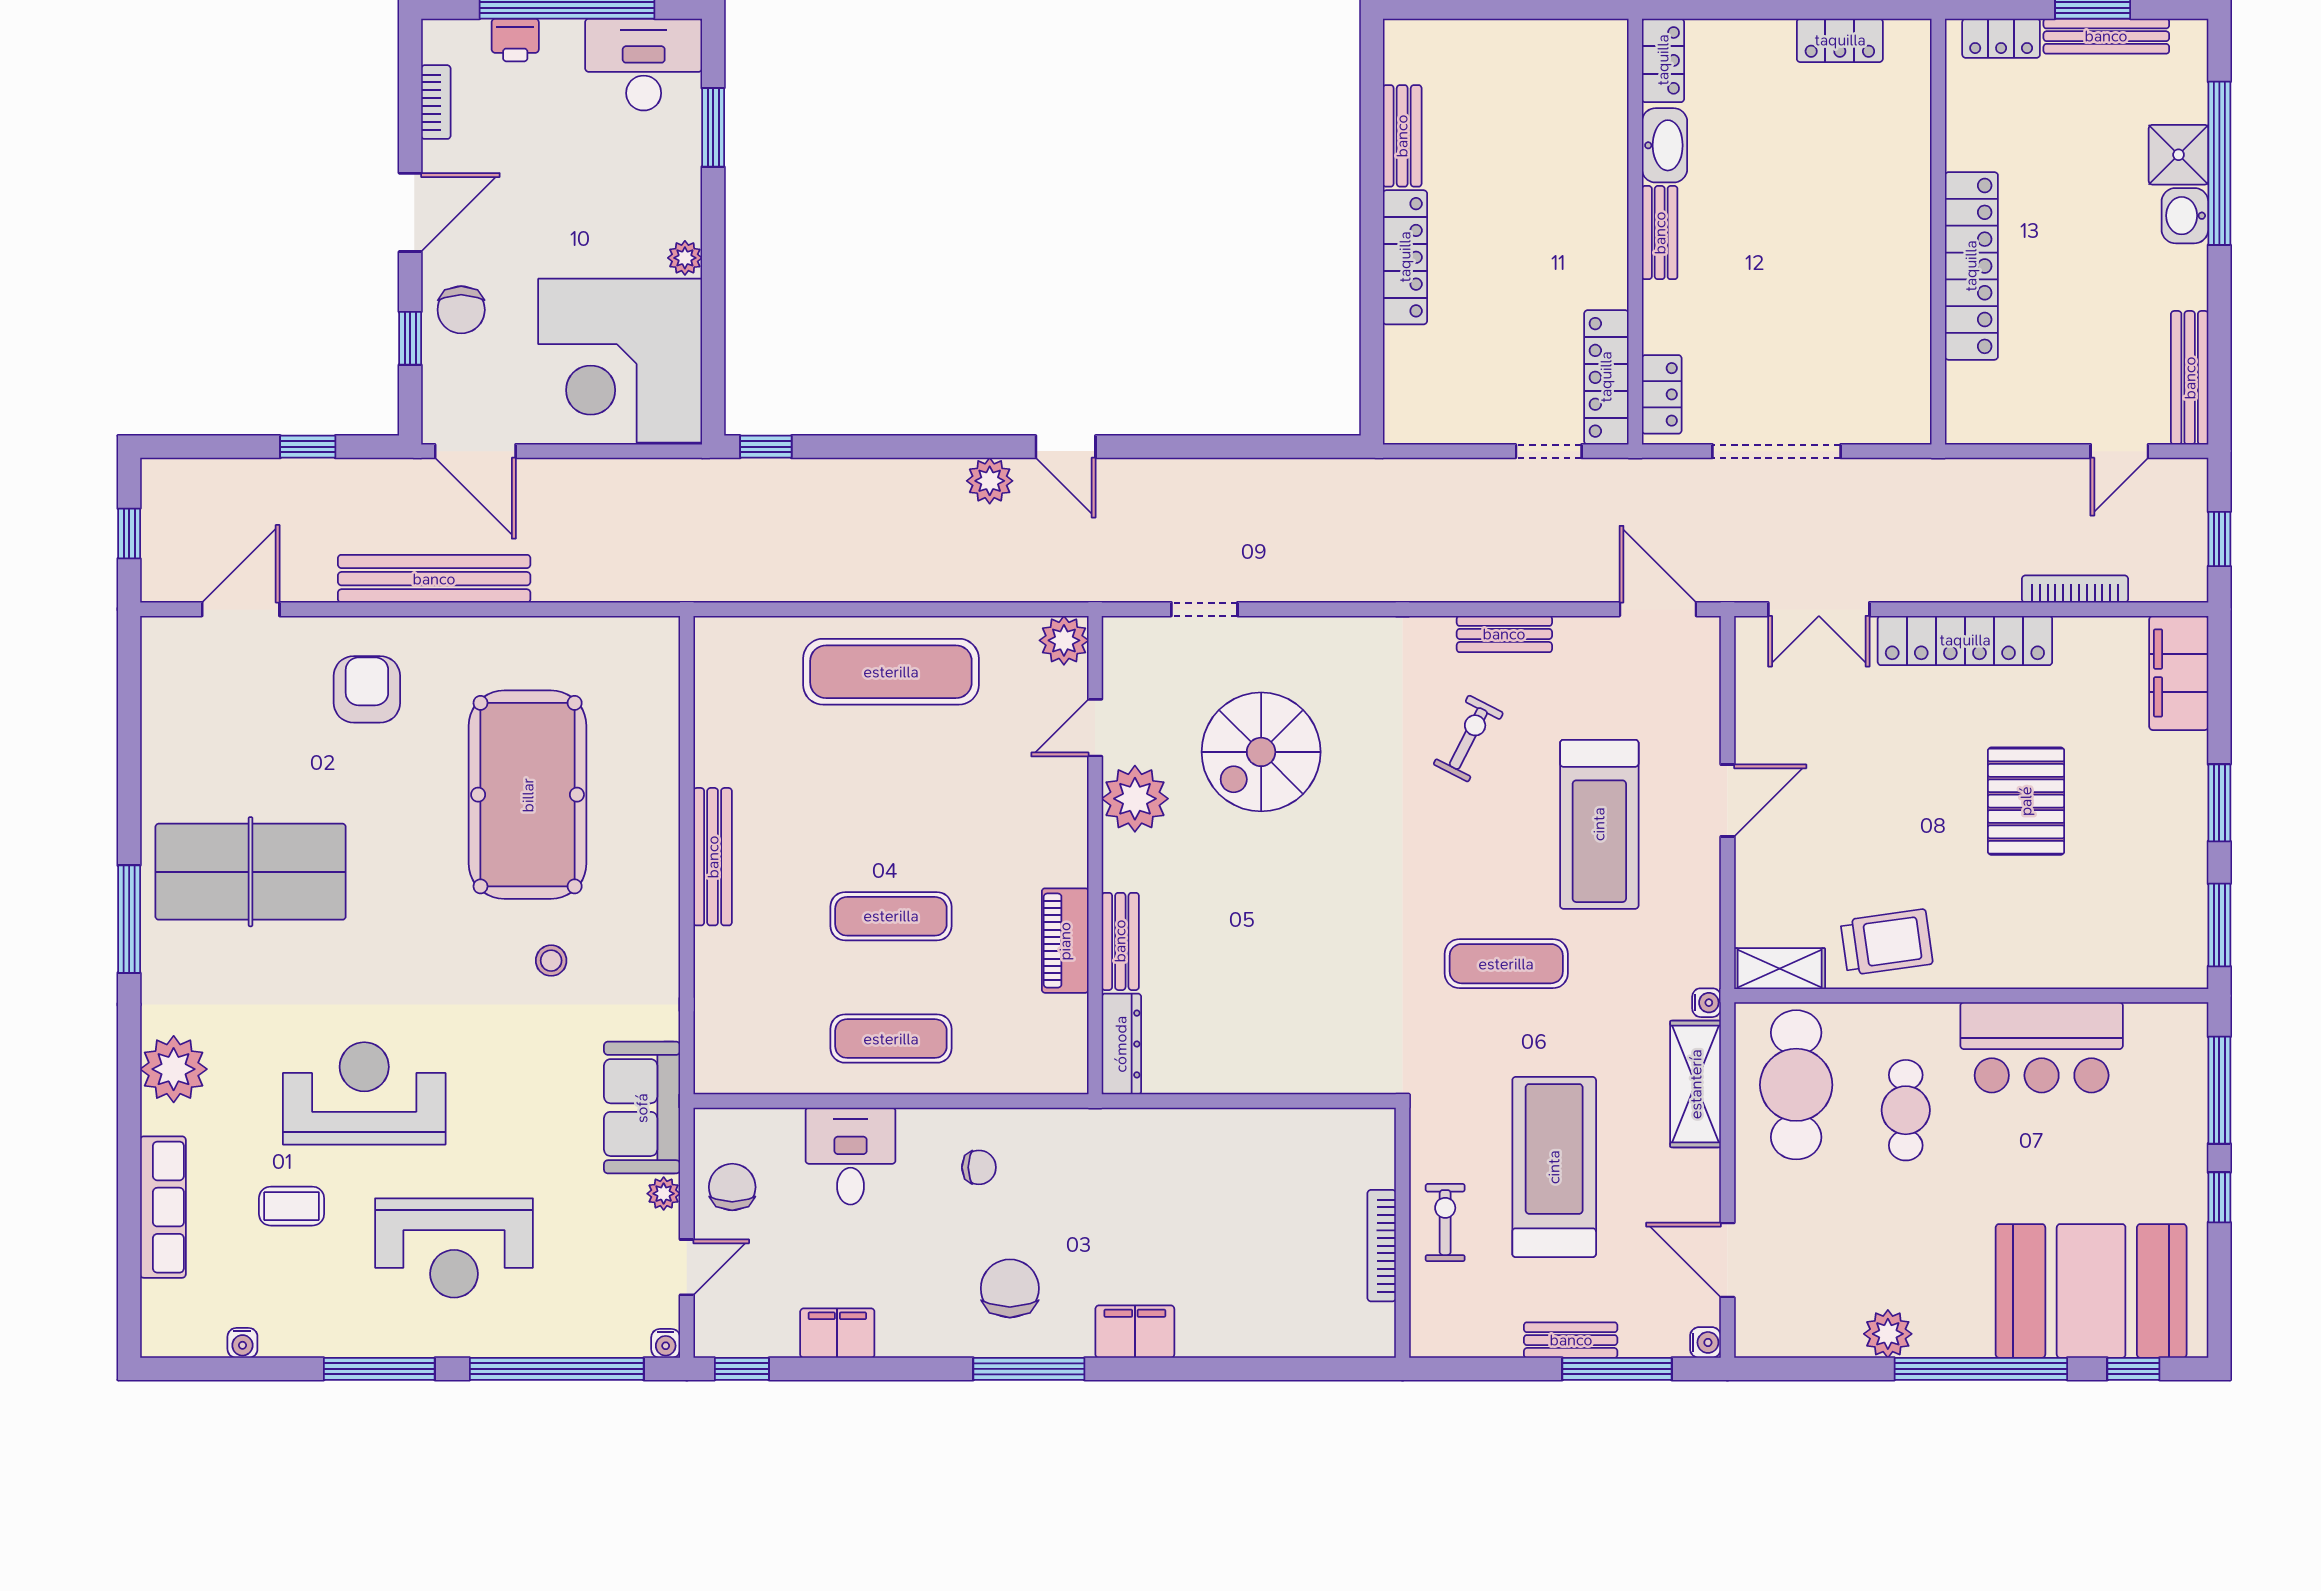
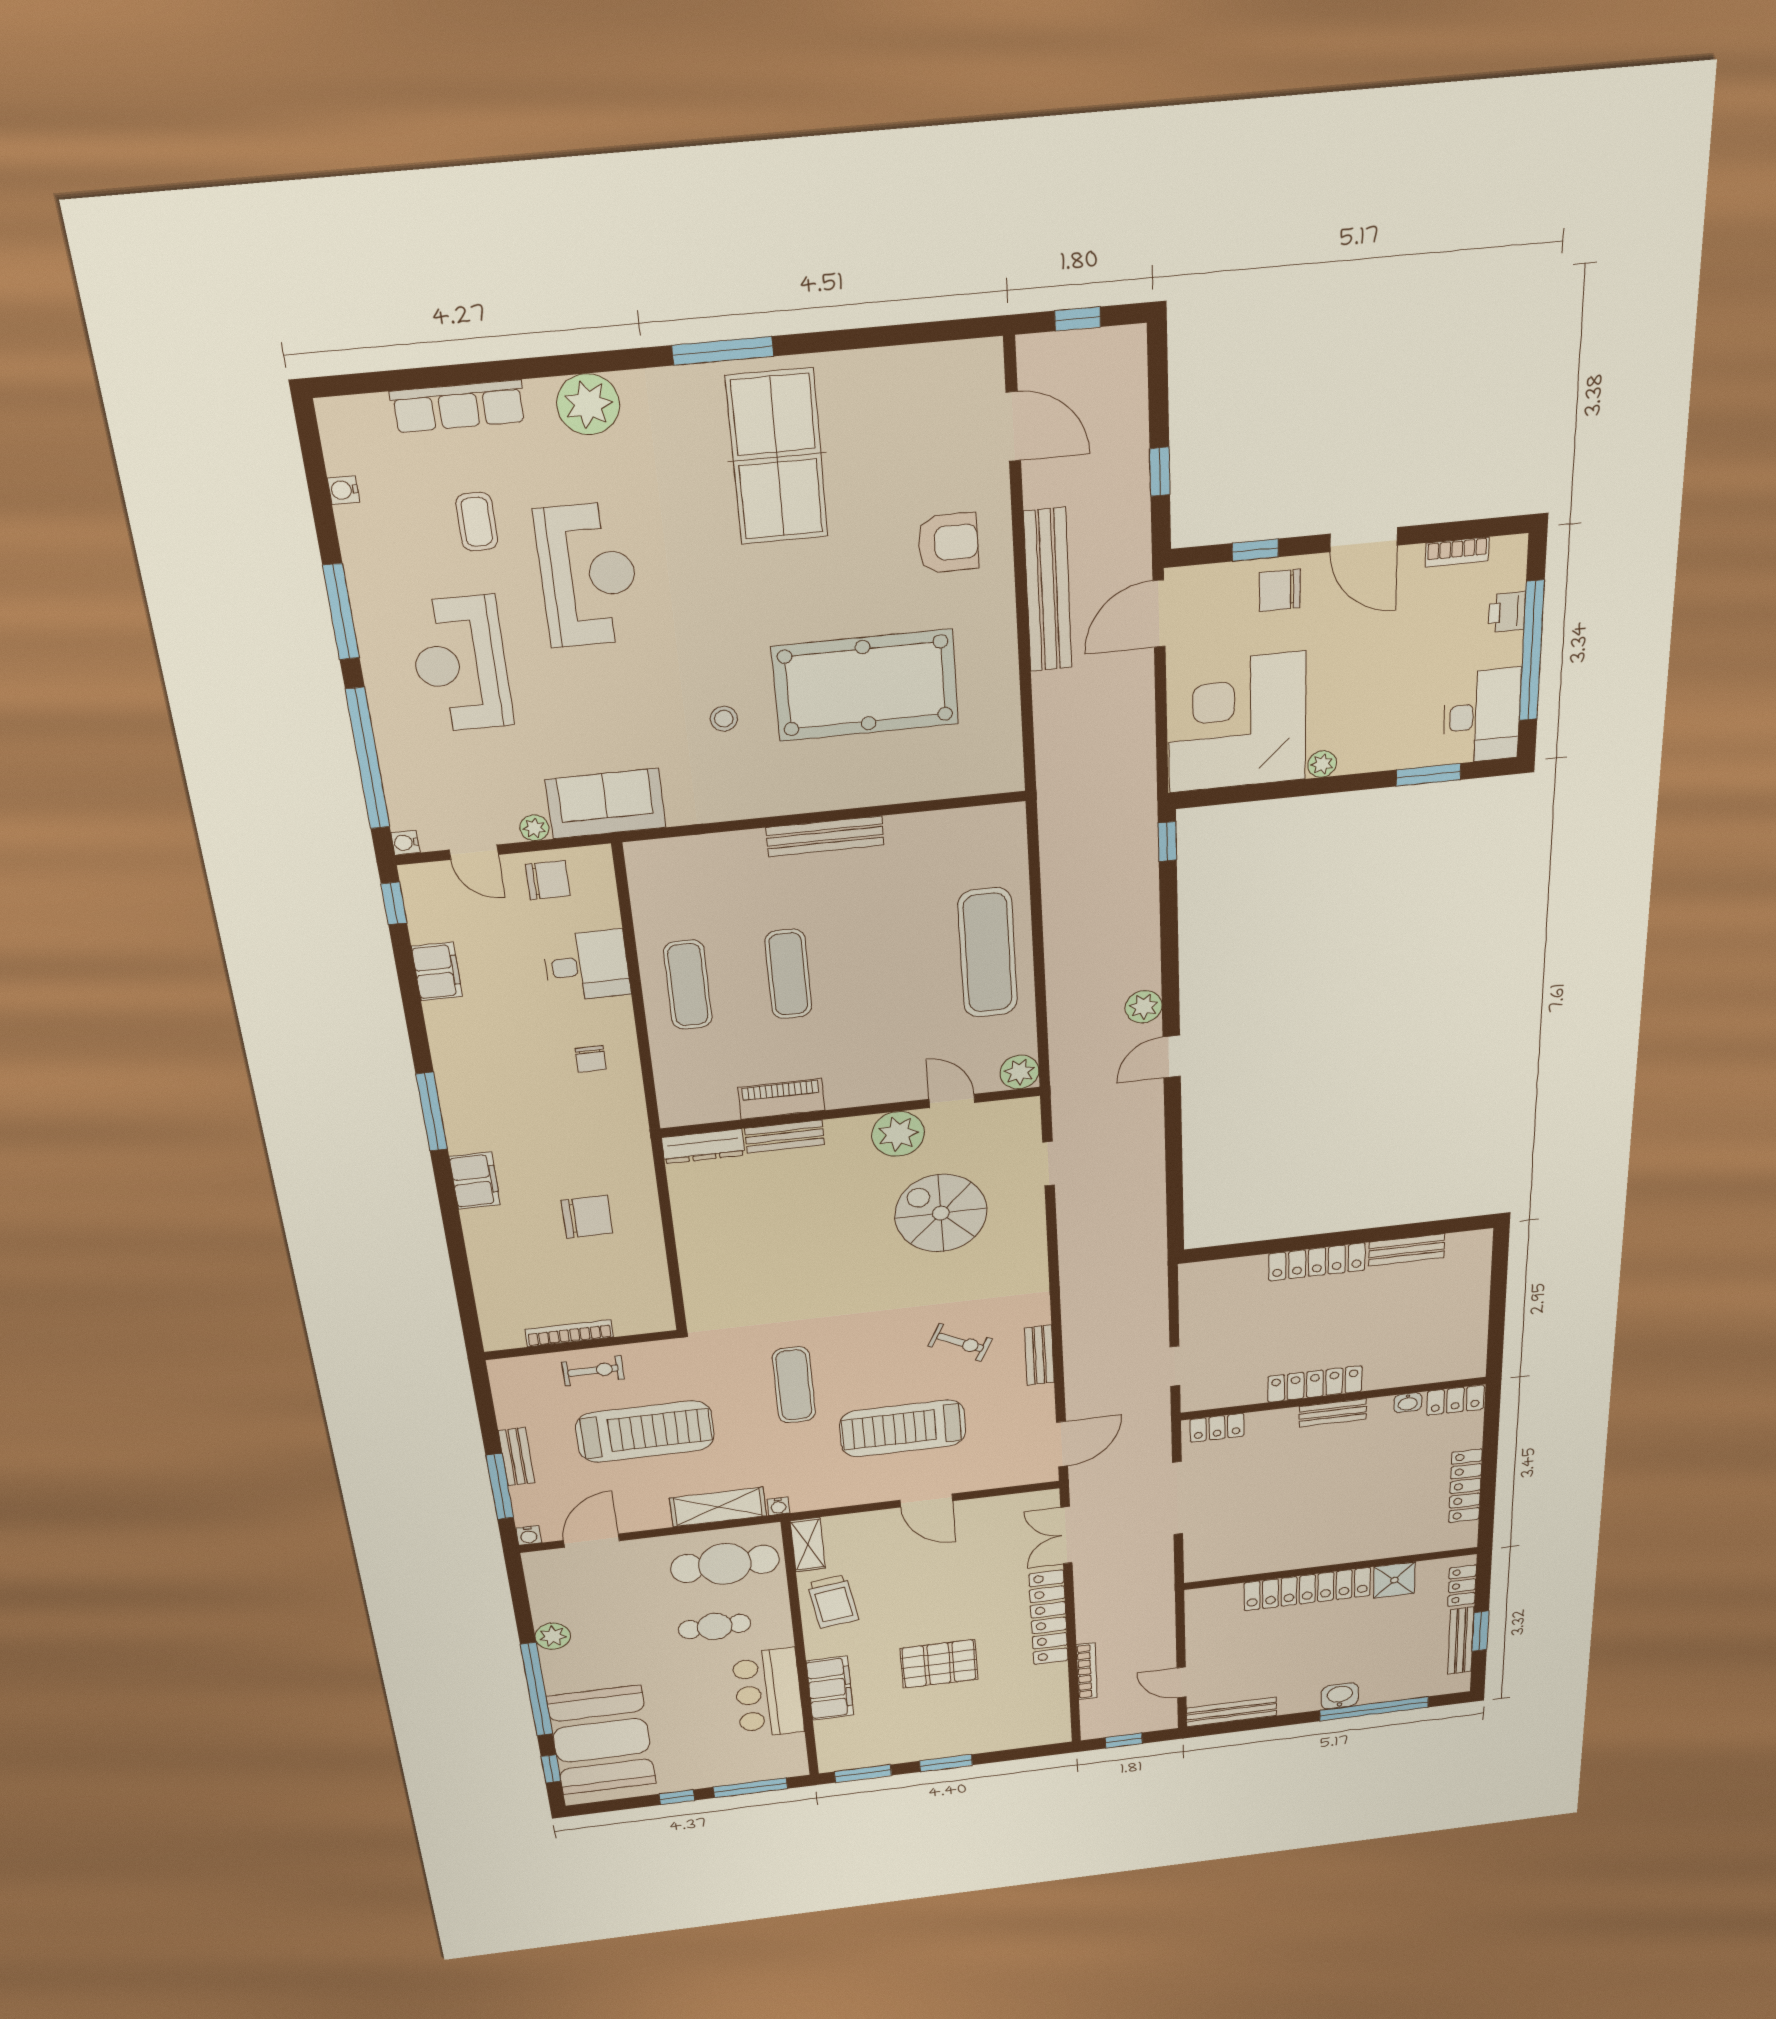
locker: (1840, 40) -> (1465, 1486), width x1.53
washbasin: (1665, 145) -> (1408, 1403), width x0.52, depth x0.69
shower: (2179, 155) -> (1394, 1580), moved
locker: (1606, 377) -> (1315, 1384), moved
filing cabinet: (2179, 673) -> (830, 1688), moved, turned 90
chair: (1010, 1288) -> (587, 1217), moved

